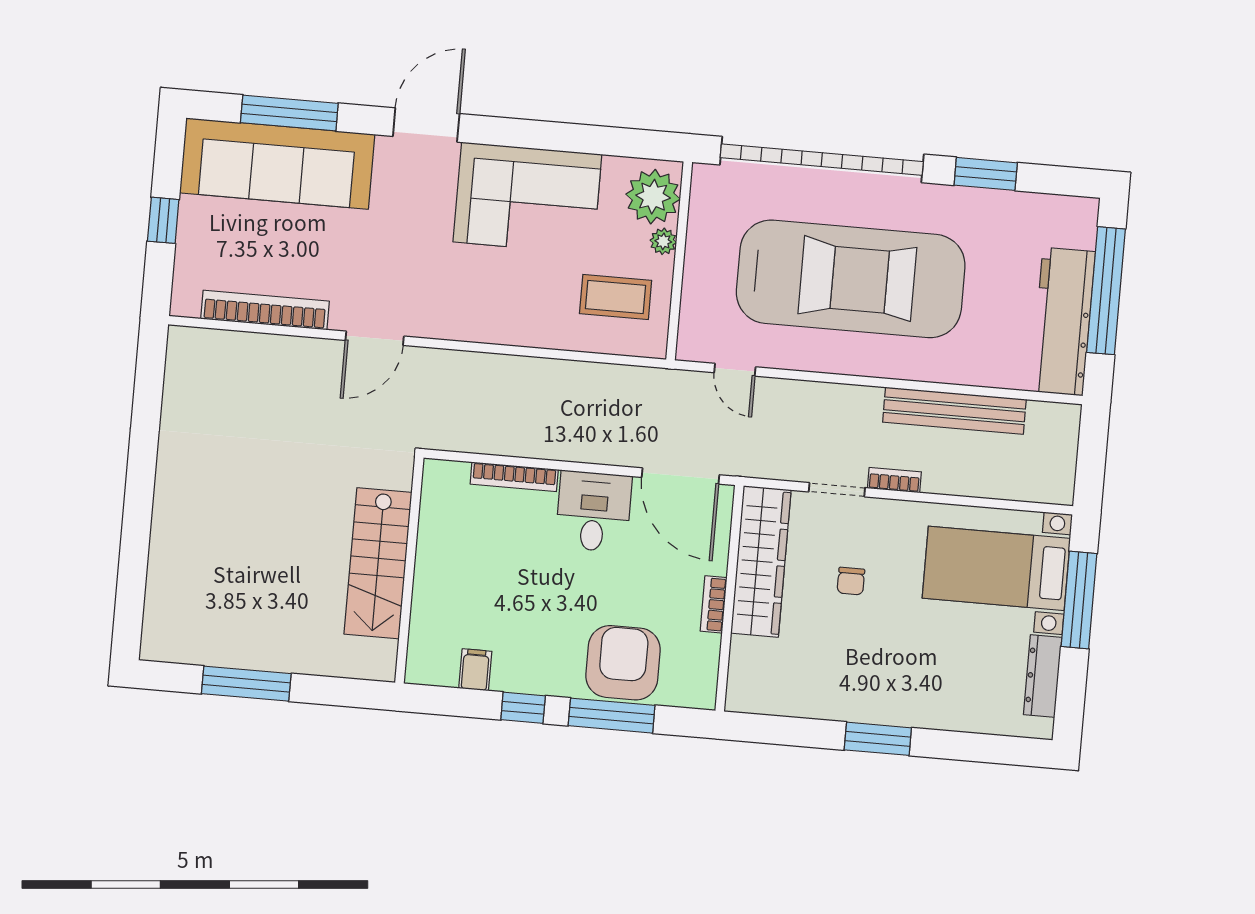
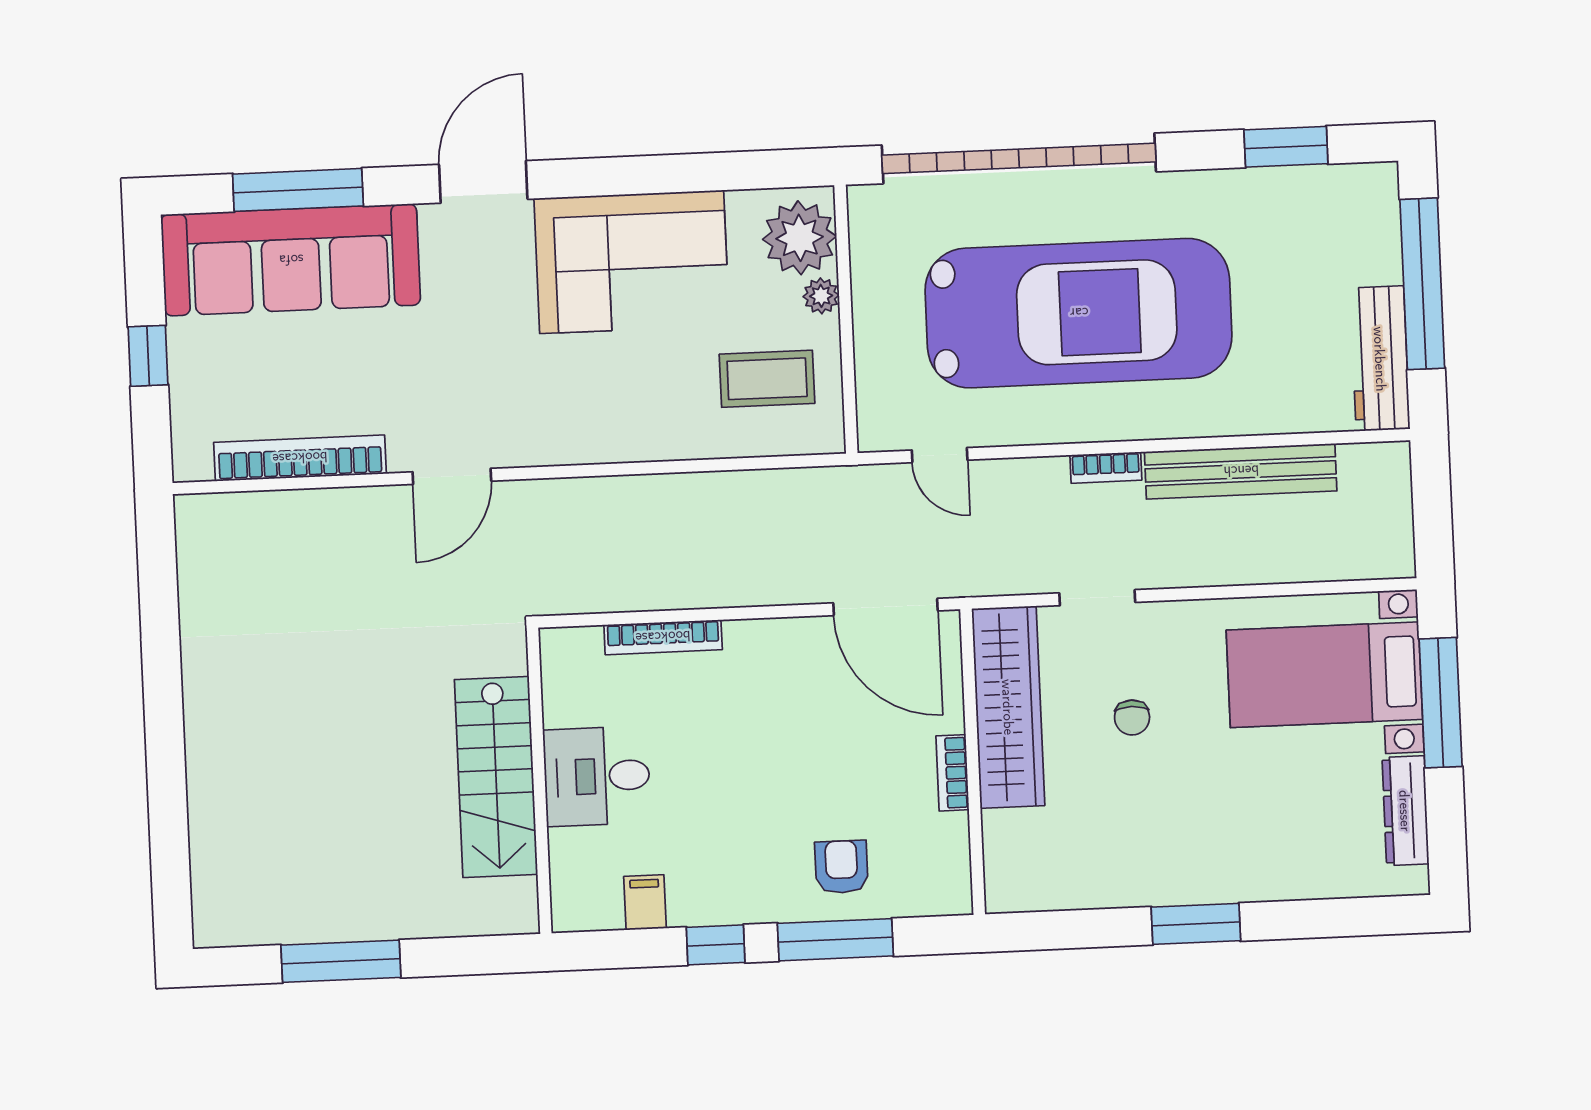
window: (986, 174) -> (1286, 147), moved
workbench: (1063, 322) -> (1380, 359), width x0.73, depth x0.76
bookcase: (894, 480) -> (1106, 468), moved, turned 180
desk: (594, 511) -> (597, 776), moved, turned -90
armchair: (623, 663) -> (841, 867), width x0.53, depth x0.53

